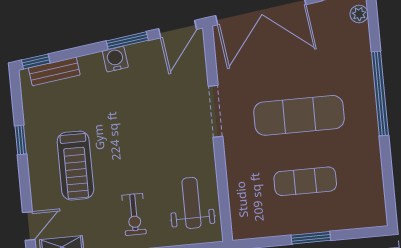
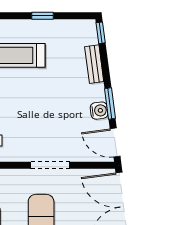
water cooler: (115, 59) -> (99, 111), moved
bench: (54, 71) -> (94, 64), moved

